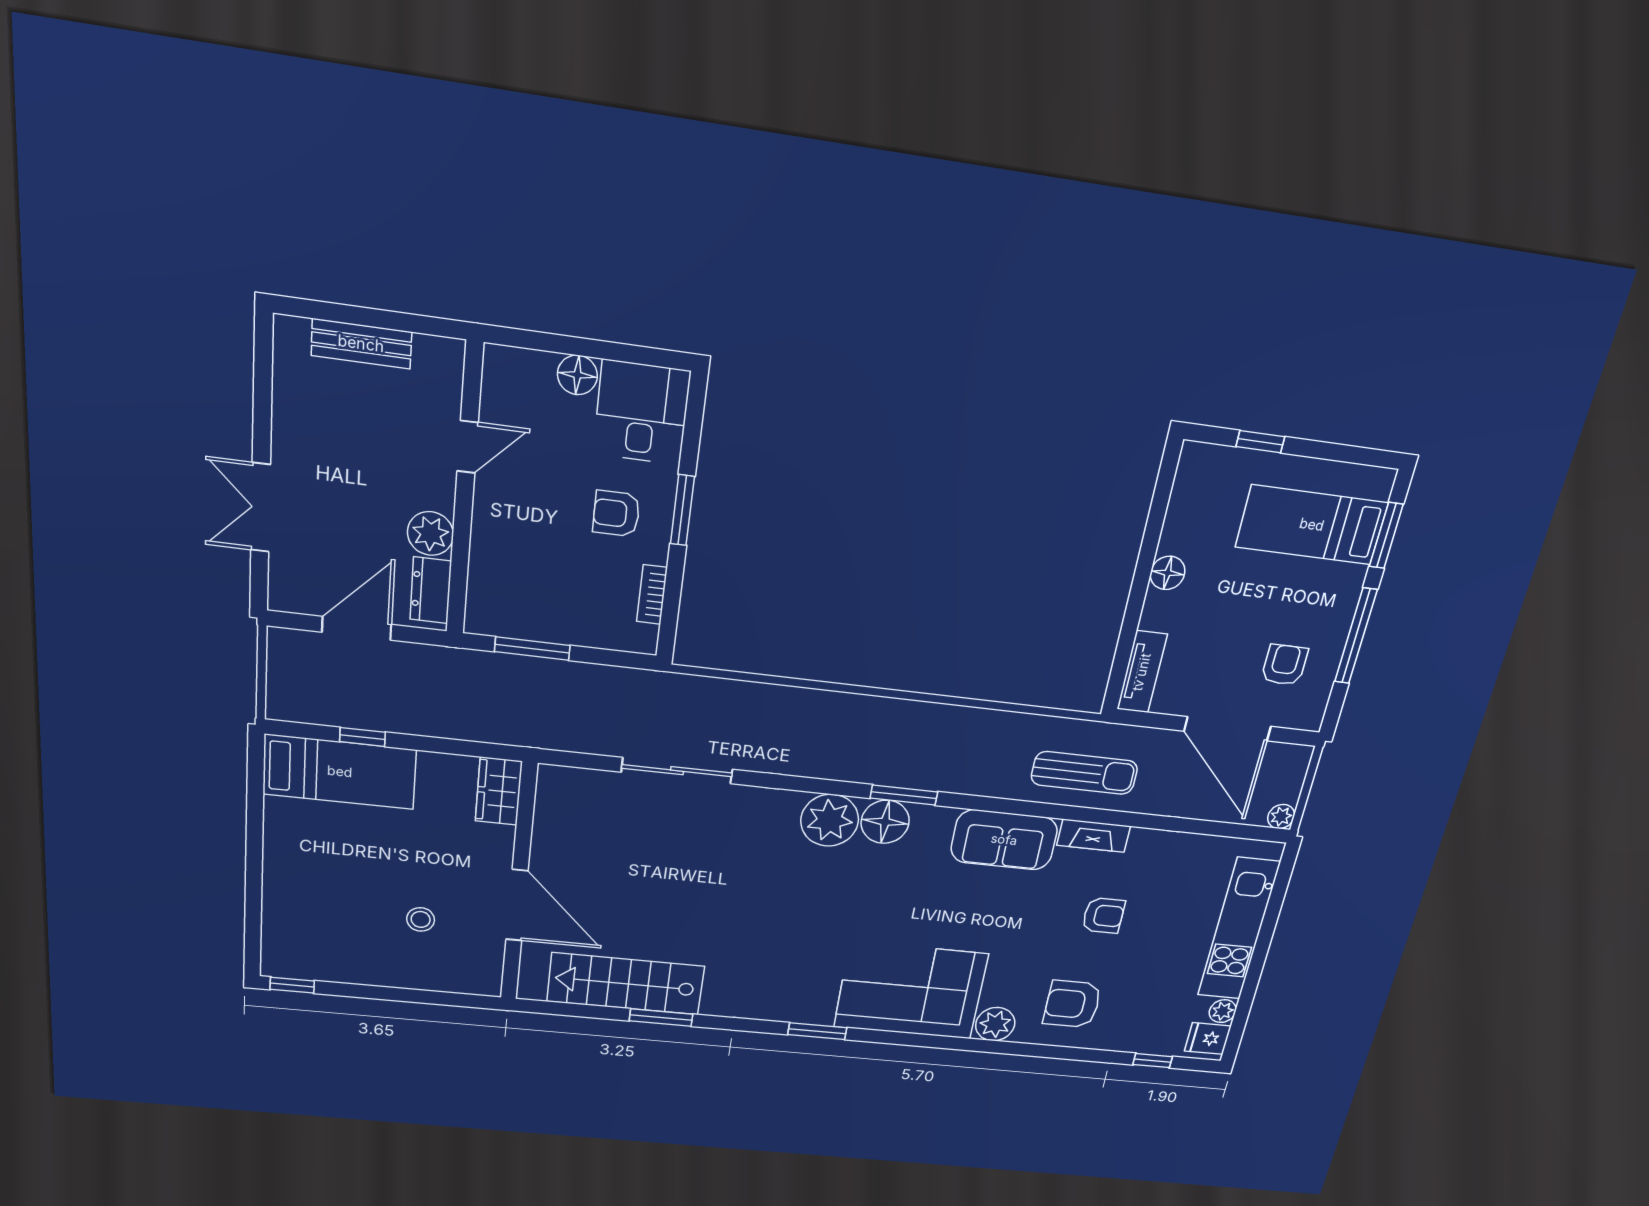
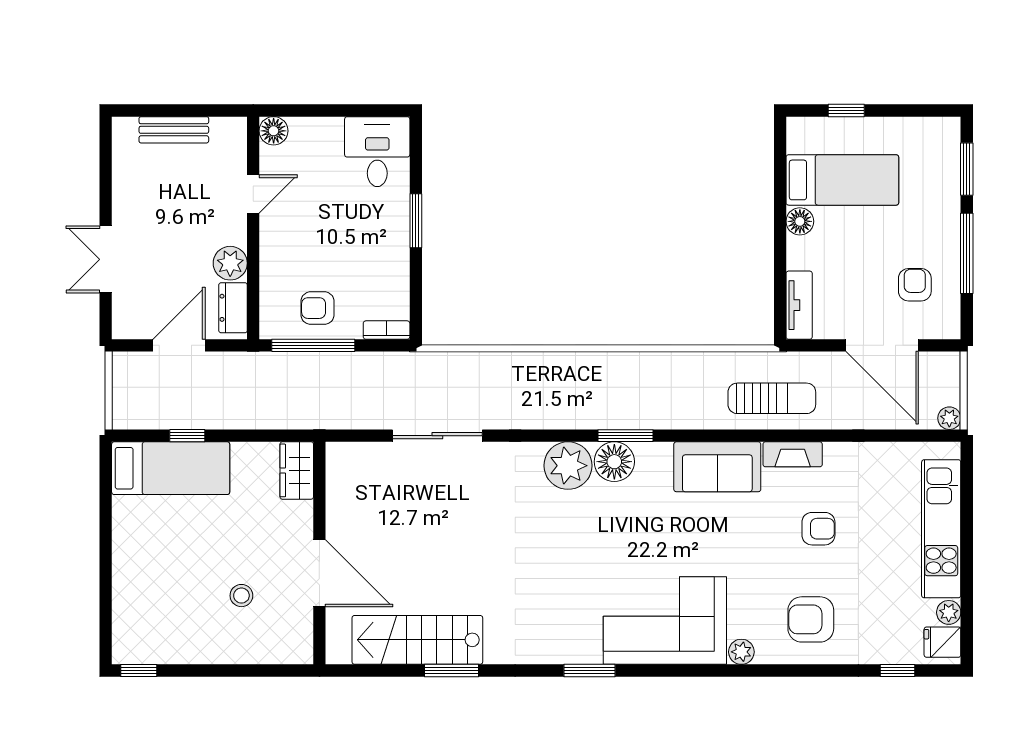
floor lamp: (577, 375) -> (274, 131), moved
armchair: (616, 514) -> (317, 308), moved
bed: (1312, 525) -> (842, 180), moved, turned 180
bookcase: (652, 595) -> (387, 330), moved, turned 90
window: (532, 649) -> (313, 345), width x1.44
plant: (995, 1024) -> (741, 652), width x0.73, depth x0.73

